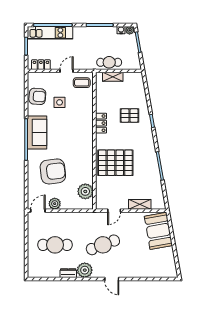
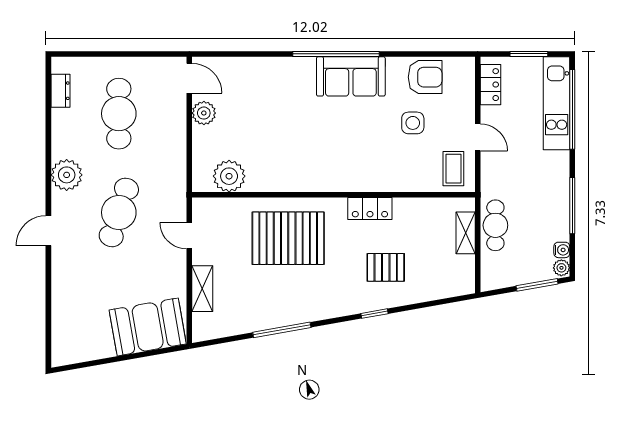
armchair: (37, 96) -> (425, 77), turned -95
pallet: (130, 115) -> (386, 267), turned 90
pallet: (115, 163) -> (288, 238), turned 90
armchair: (53, 171) -> (270, 109), removed
cafe table: (103, 245) -> (119, 212), turned 39
dresser: (68, 273) -> (60, 91), moved

